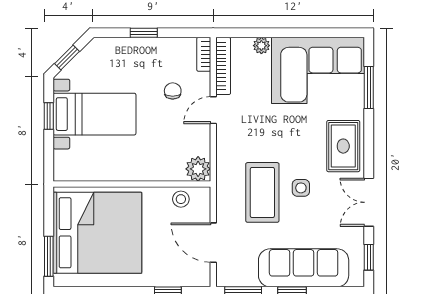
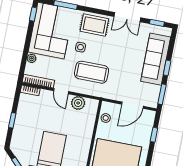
window: (341, 33) -> (33, 14), added
chair: (173, 91) -> (47, 111), removed
plant: (198, 169) -> (78, 103), moved
side table: (301, 188) -> (81, 47), moved
coffee table: (262, 192) -> (92, 72), moved

